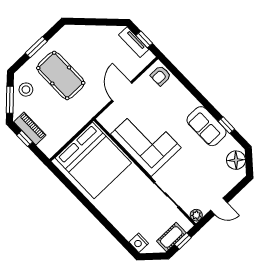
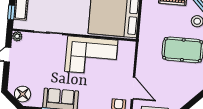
door: (122, 92) -> (133, 88), moved

